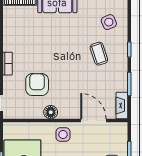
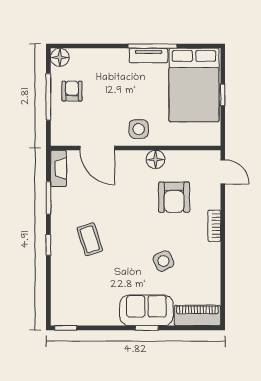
side table: (109, 22) -> (163, 261), moved

